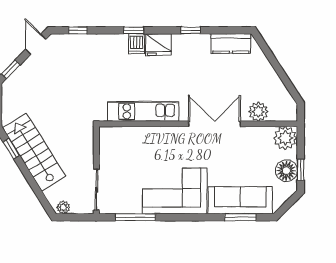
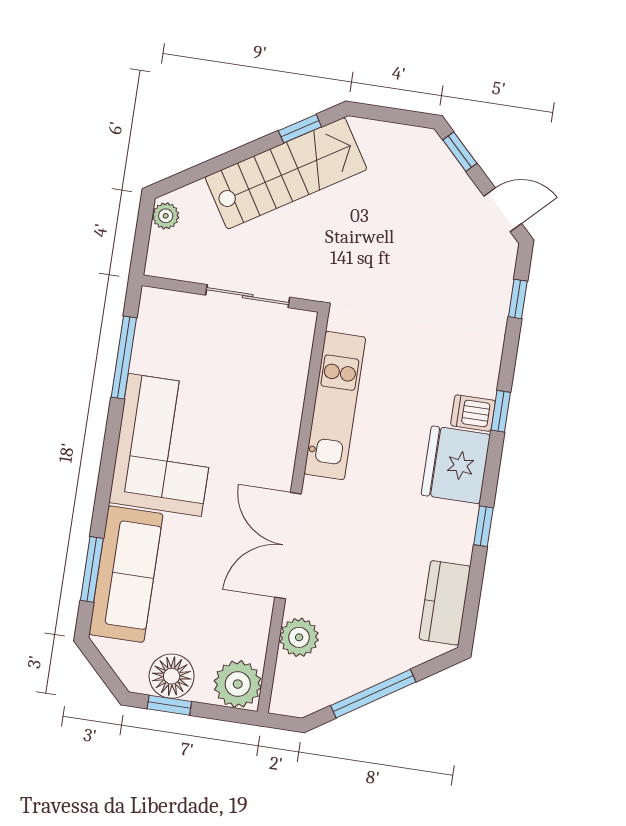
fridge: (158, 45) -> (456, 465), width x1.36, depth x1.34
window: (280, 72) -> (373, 694), added
double door: (215, 124) -> (288, 546), swing flipped
sliding door: (96, 190) -> (248, 296), moved

